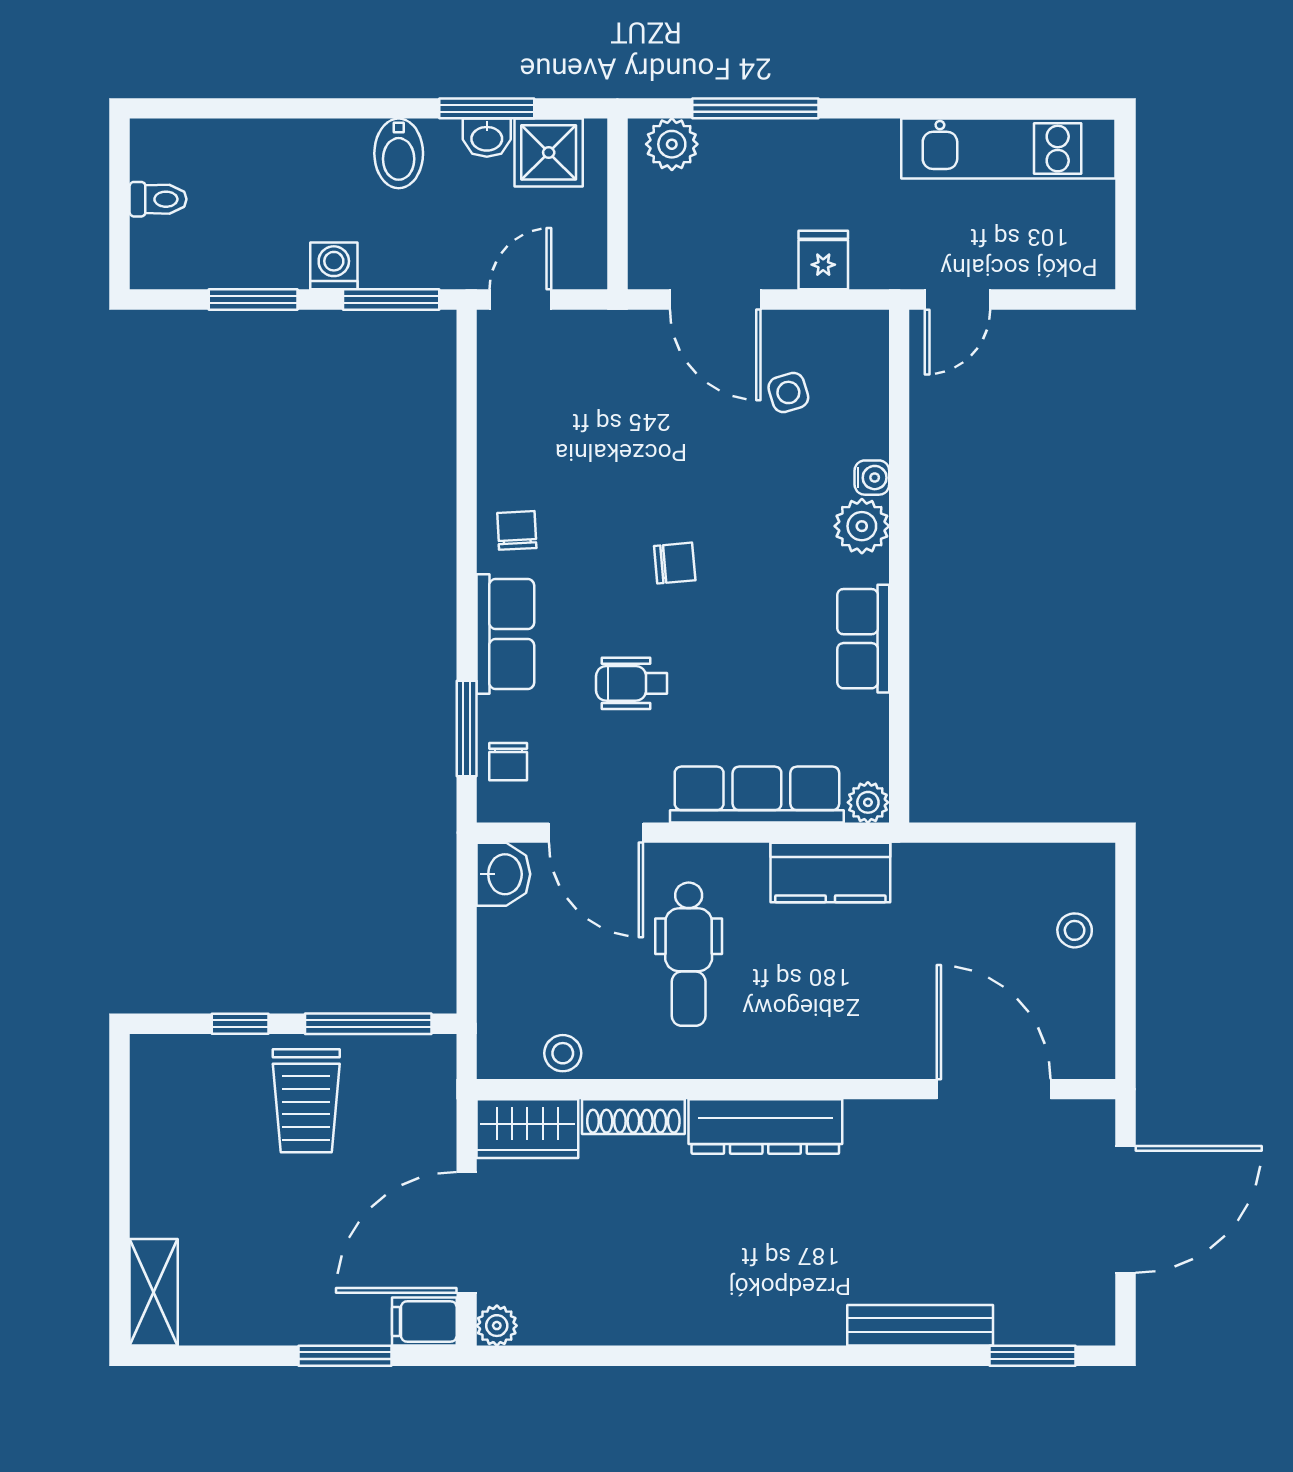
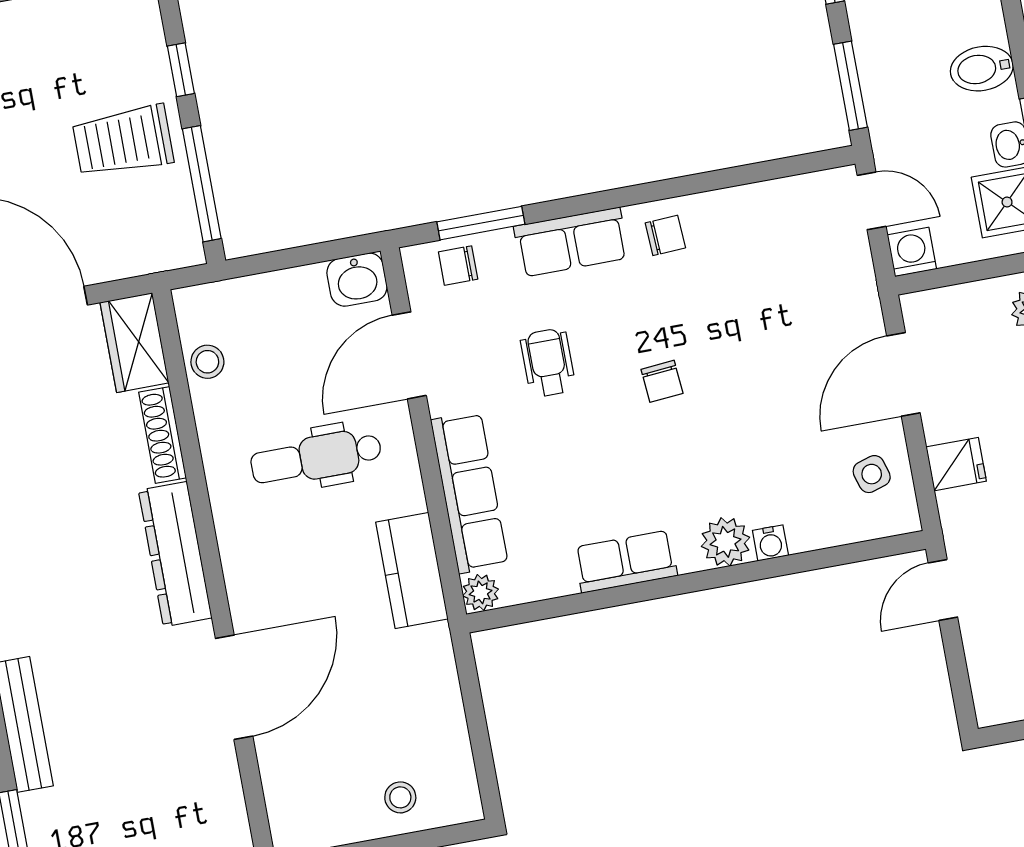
washing machine: (334, 266) -> (912, 252), moved, turned -90
door: (957, 299) -> (943, 590), hinge flipped
side table: (788, 392) -> (872, 474), moved
door: (994, 1089) -> (234, 687), moved

